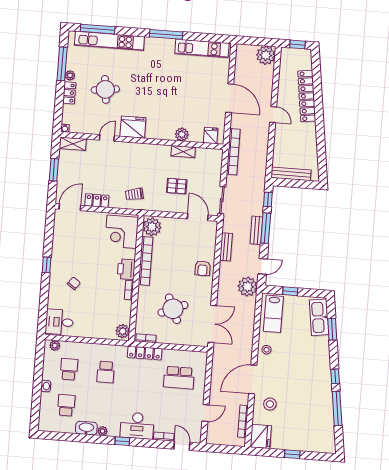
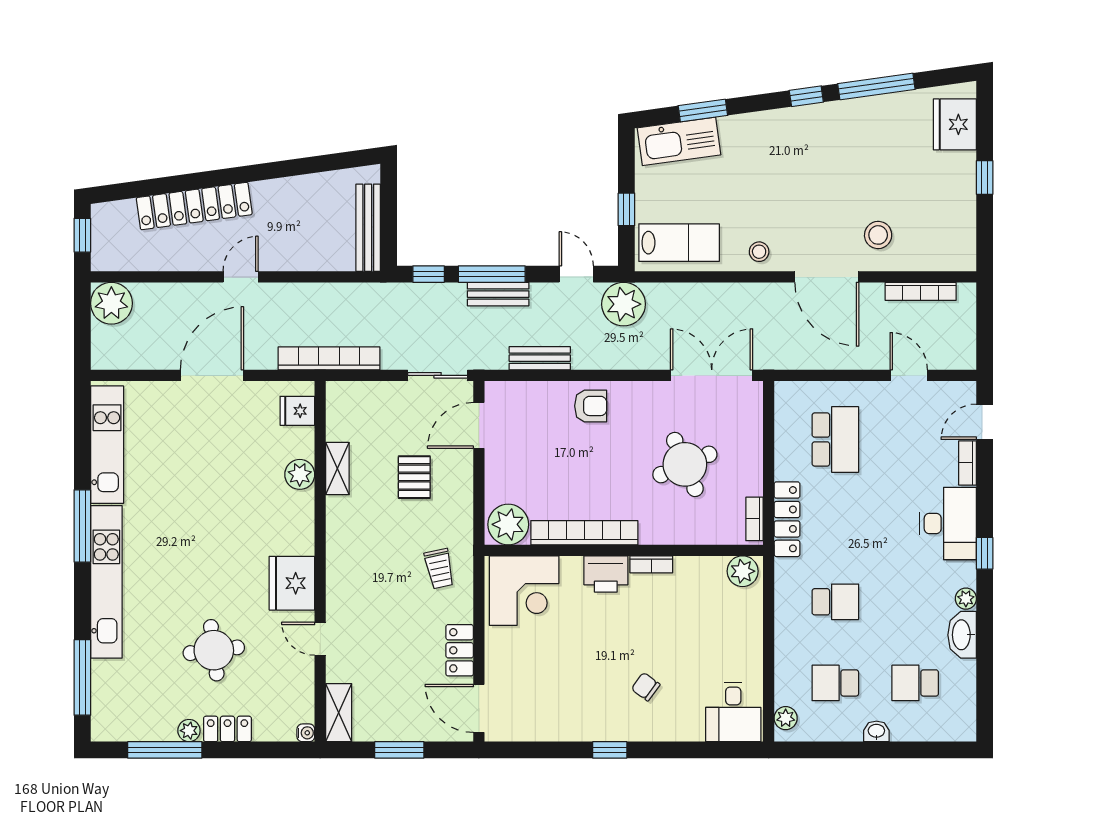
kitchen unit: (109, 41) -> (106, 582), moved
fridge: (261, 436) -> (955, 124), moved, turned -90

